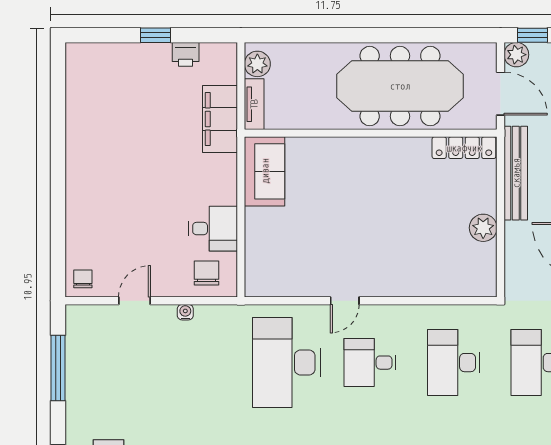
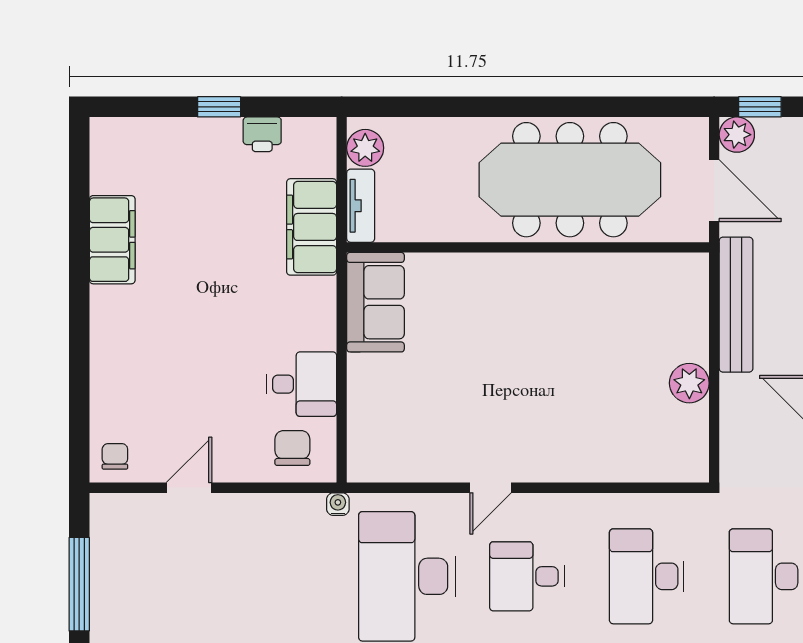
filing cabinet: (81, 128) -> (112, 240), added
locker: (464, 148) -> (662, 268), removed
water cooler: (185, 312) -> (338, 504), moved

